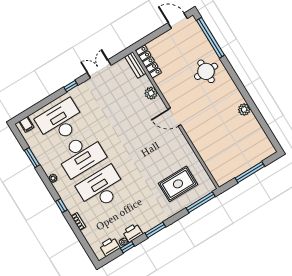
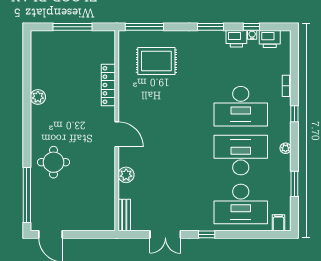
locker: (148, 62) -> (108, 85), moved

